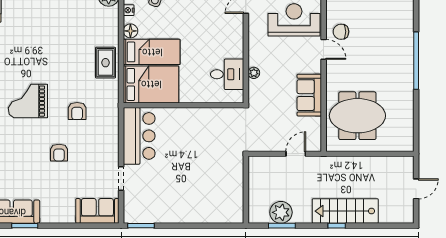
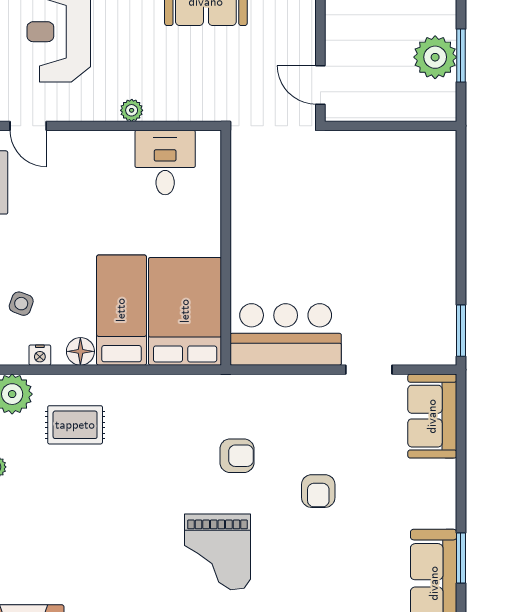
rug: (105, 63) -> (75, 425), moved
plant: (254, 73) -> (132, 110), moved
armchair: (59, 153) -> (318, 491), turned 90
door: (296, 154) -> (320, 85), moved

